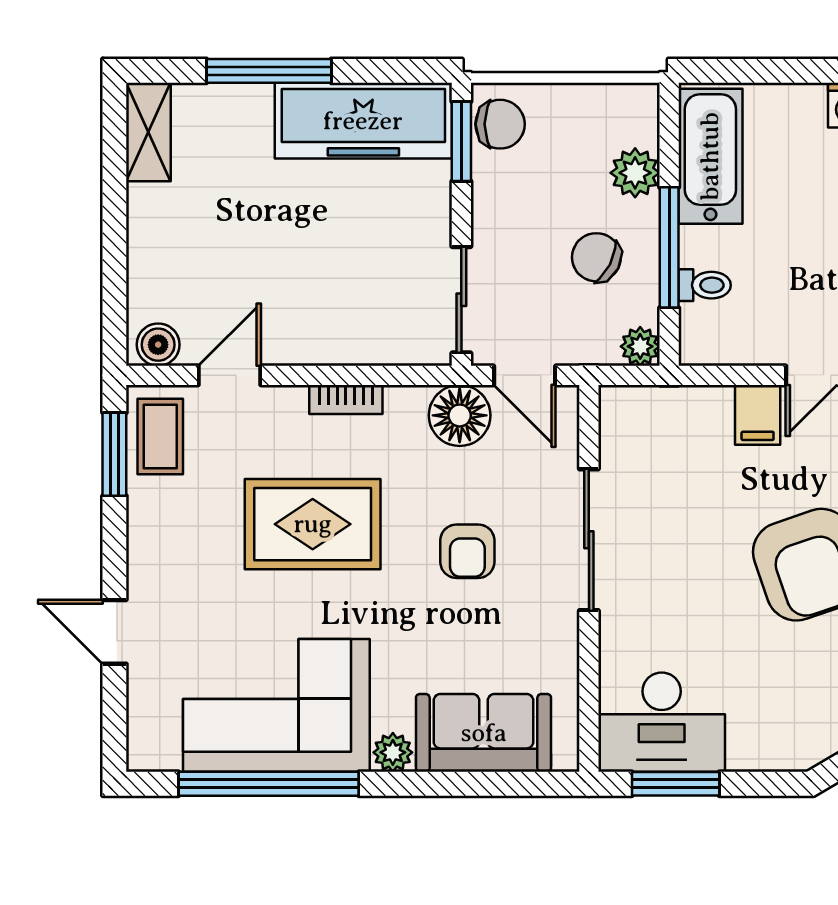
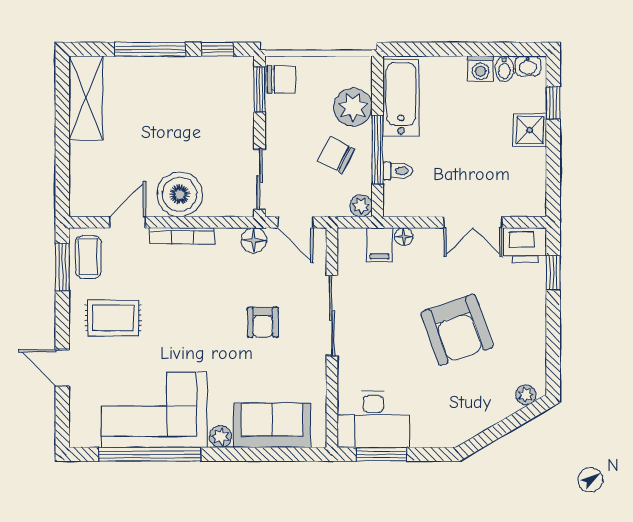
window: (387, 71) -> (217, 49), added
freezer: (363, 121) -> (204, 78), removed
shelving: (148, 132) -> (86, 98), width x1.50, depth x1.33
plant: (635, 173) -> (353, 107), width x1.36, depth x1.36
boiler: (158, 345) -> (180, 194), moved, width x1.86, depth x1.86
bookcase: (346, 399) -> (182, 236), width x1.56
floor lamp: (715, 401) -> (404, 237), added
floor lamp: (460, 415) -> (254, 240), width x0.73, depth x0.73
filing cabinet: (758, 415) -> (380, 245), moved
rug: (313, 524) -> (113, 318), moved, width x0.73, depth x0.70

